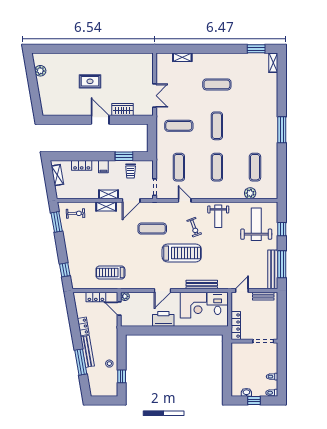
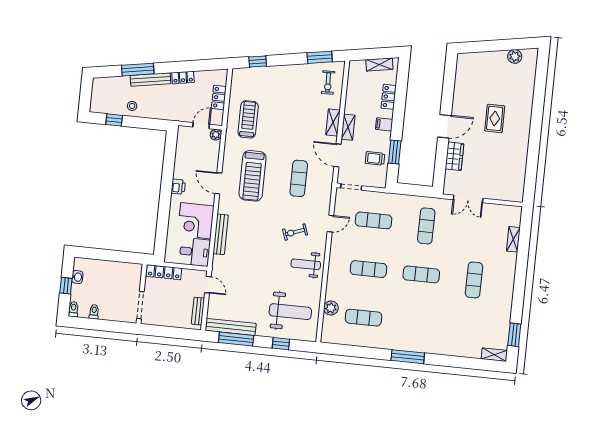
treadmill: (182, 253) -> (253, 176), moved
printer: (163, 319) -> (178, 187), width x0.53, depth x0.68

